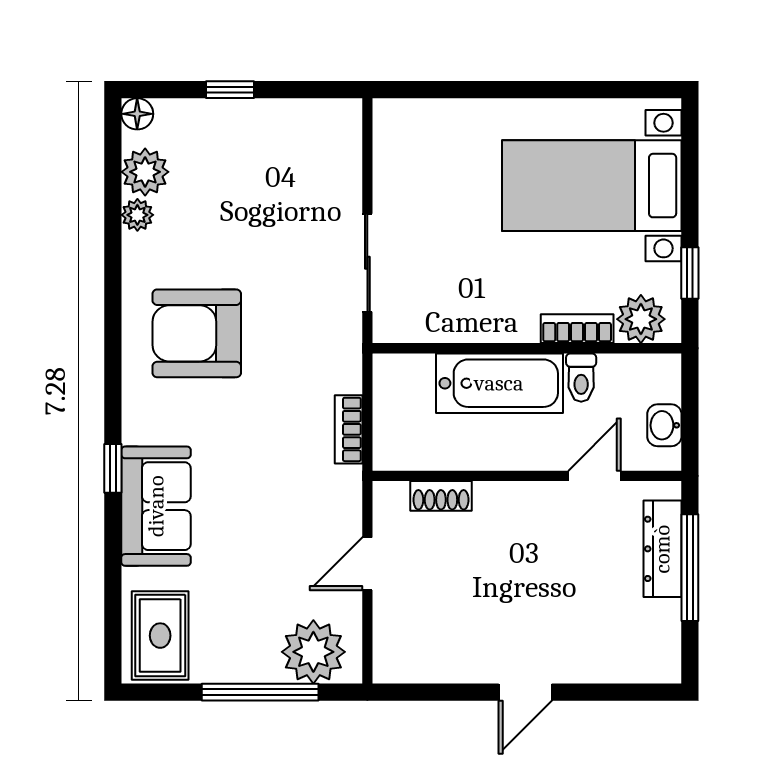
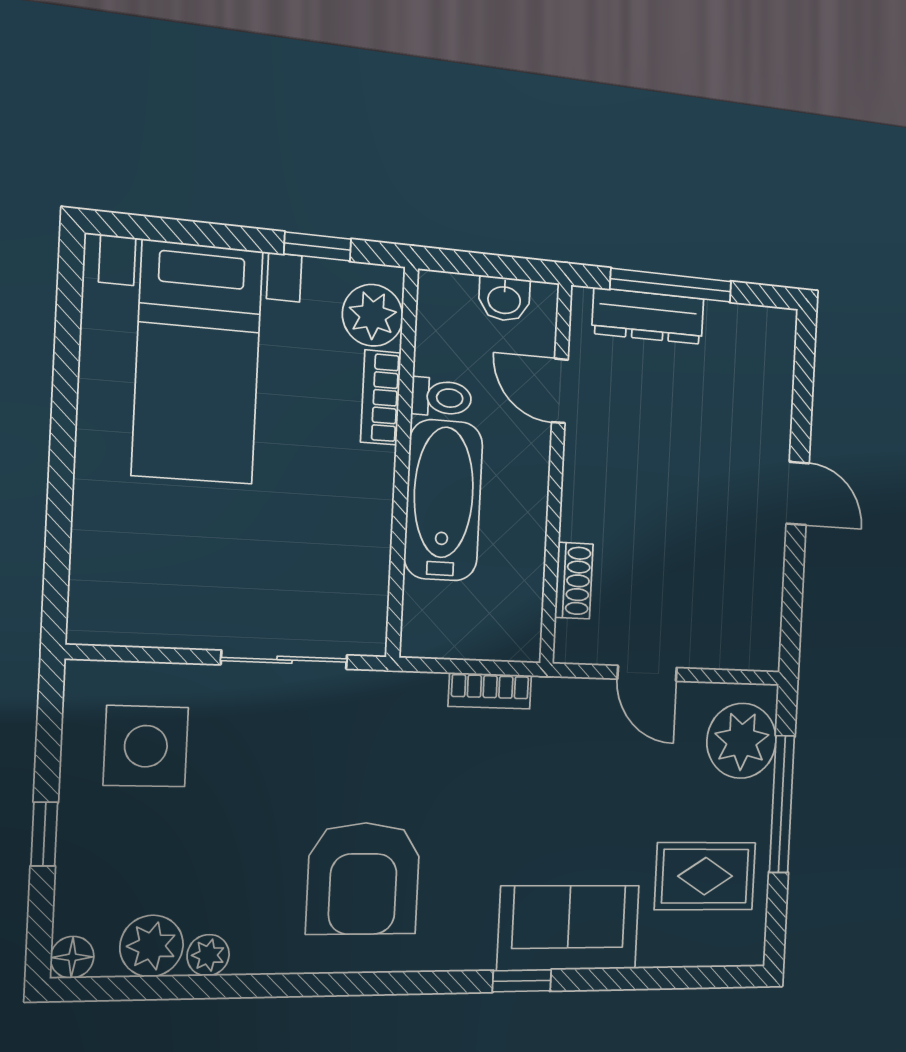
side table: (298, 161) -> (146, 746), added
rug: (160, 636) -> (705, 876), moved

